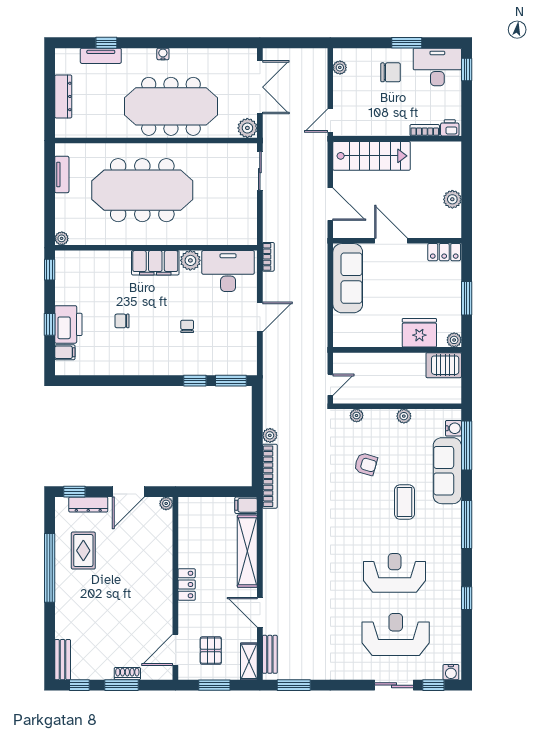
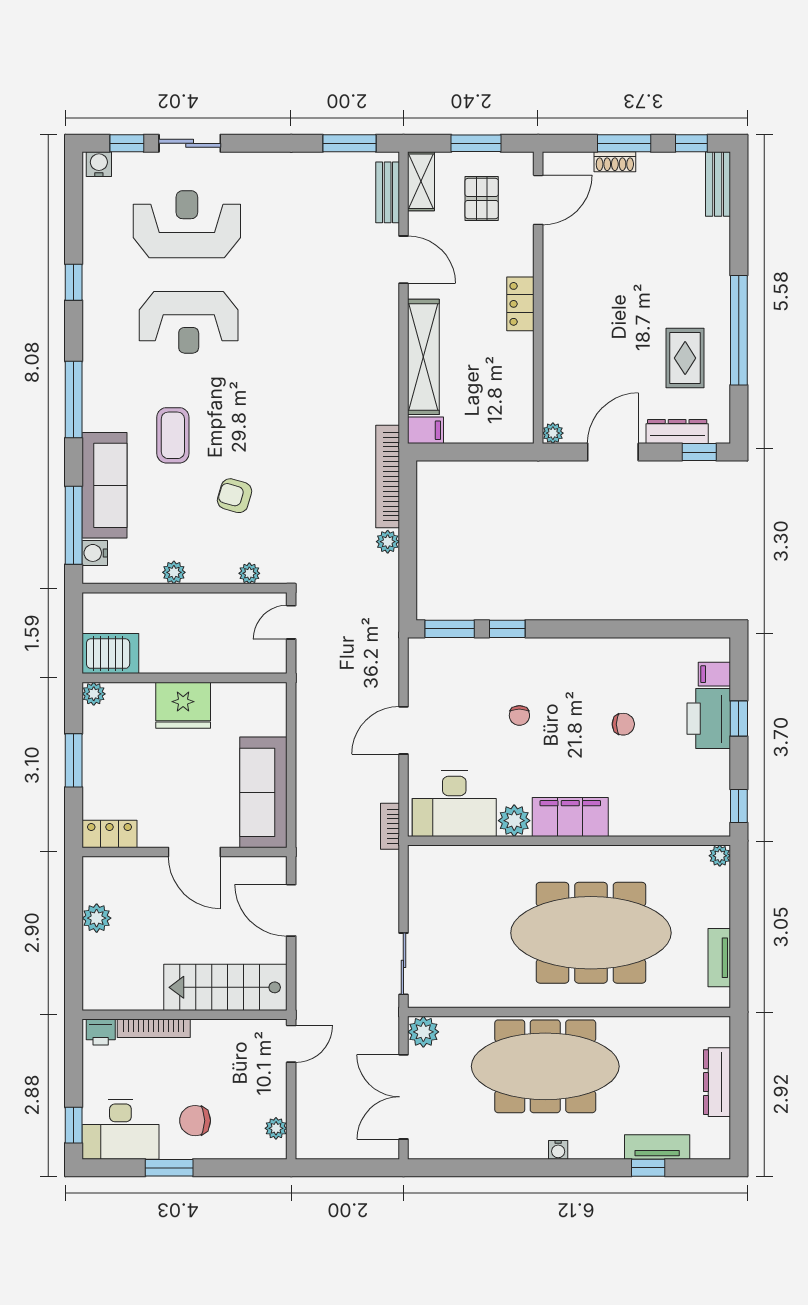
bookcase: (425, 130) -> (154, 1028), width x1.56
fridge: (419, 333) -> (183, 705), moved
reception desk: (396, 634) -> (187, 224), turned 180

